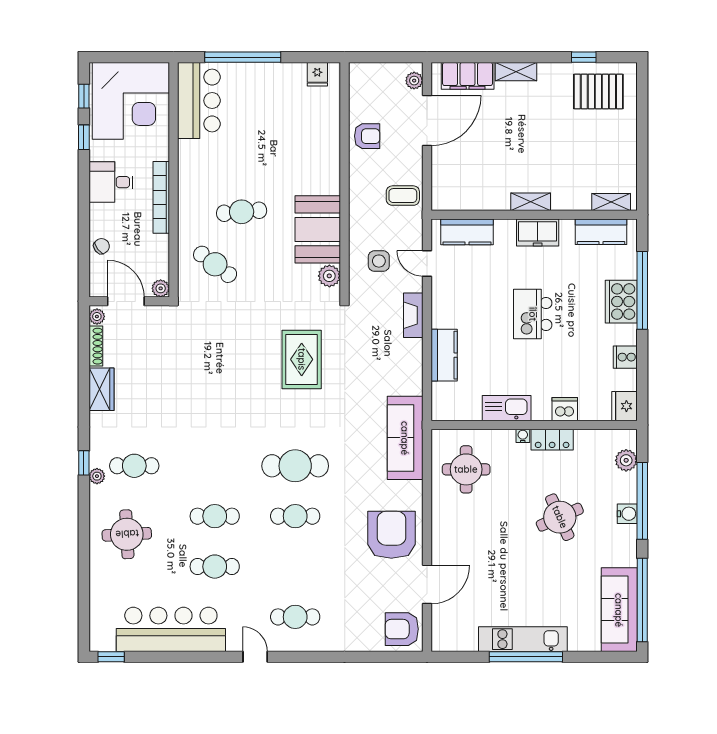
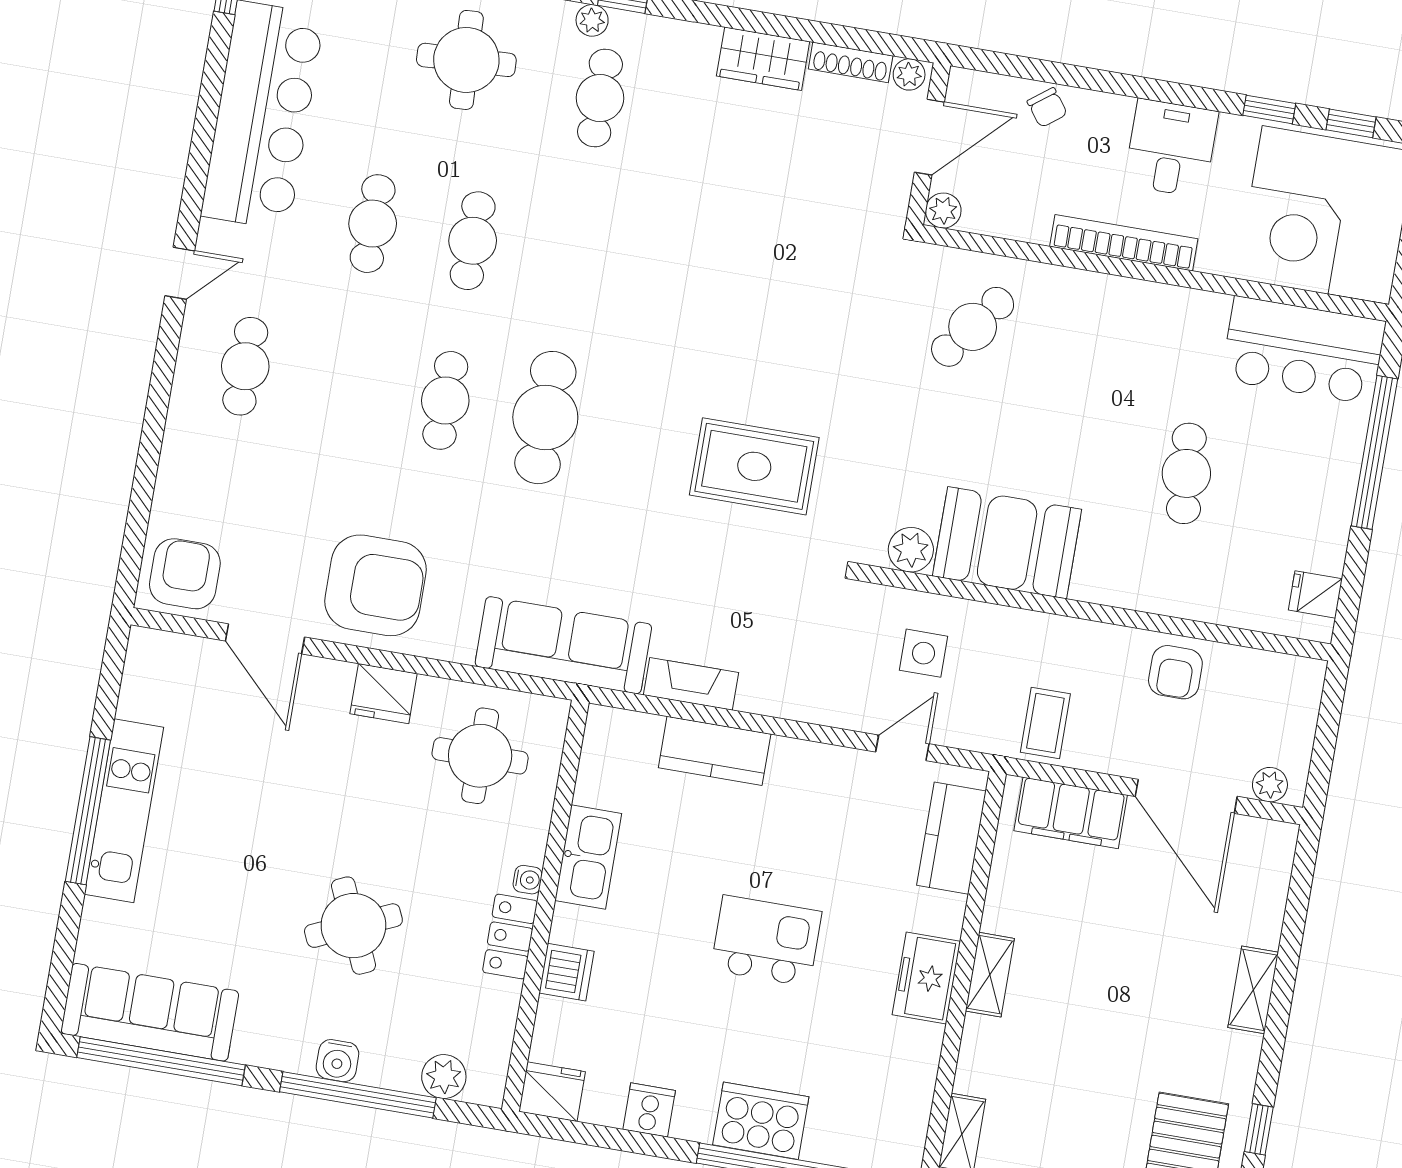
filing cabinet: (468, 76) -> (1071, 813), moved, turned -90
cafe table: (242, 212) -> (1186, 473), moved
kitchen counter: (601, 232) -> (906, 1104), removed
fireplace: (413, 315) -> (691, 684), moved
fridge: (444, 522) -> (384, 694), added

